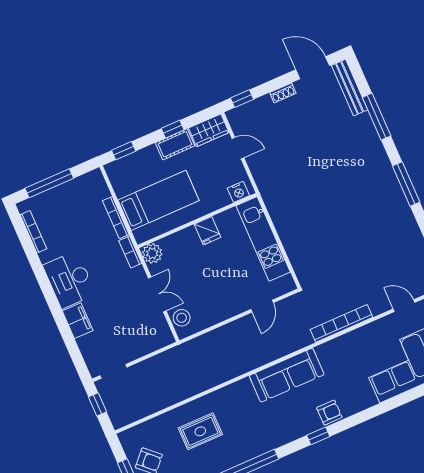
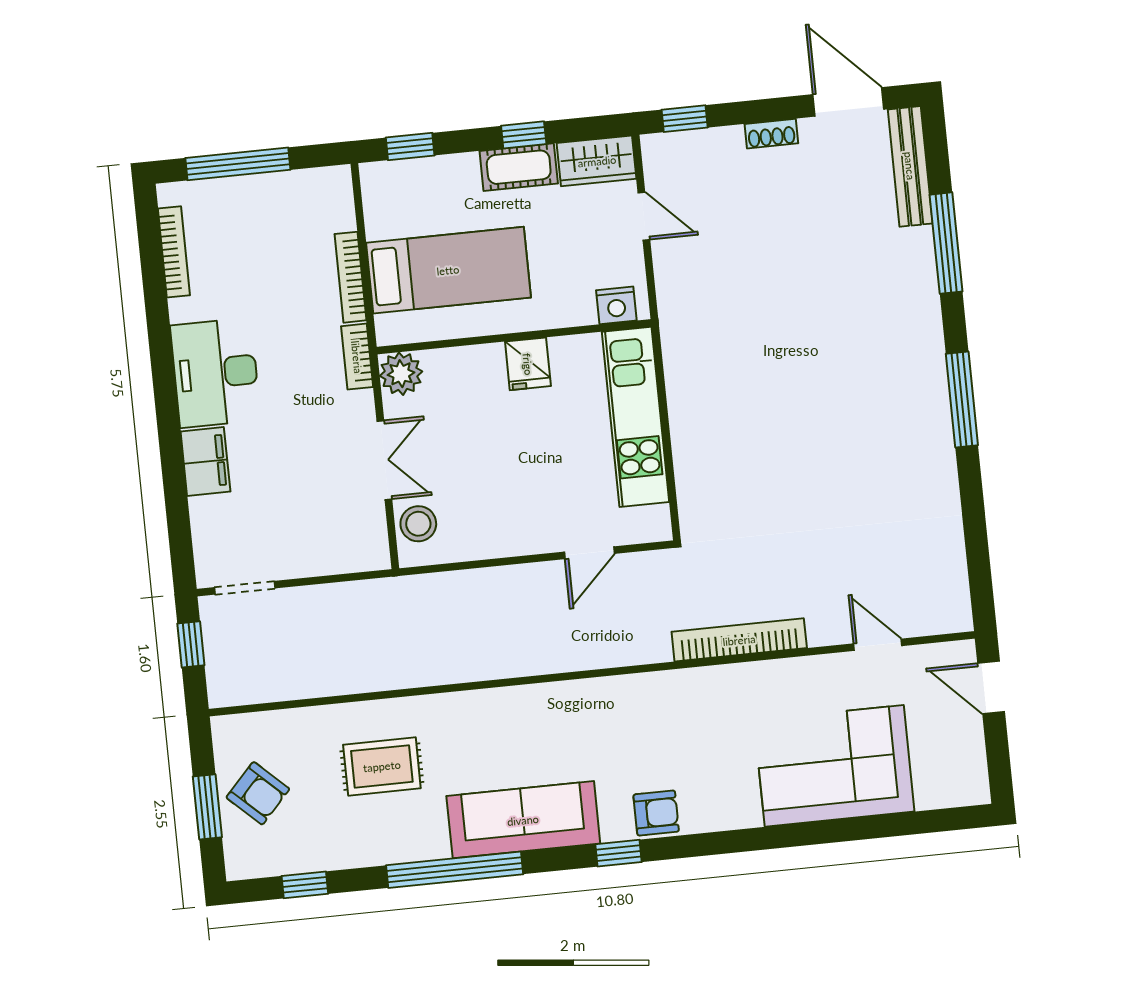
sofa: (287, 375) -> (523, 820), moved, turned 180

